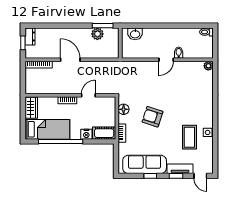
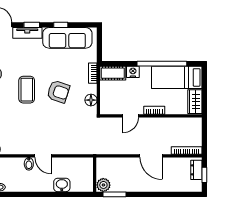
plant: (97, 34) -> (103, 185), moved
washbasin: (135, 34) -> (62, 185), moved
dresser: (30, 36) -> (196, 170), moved
door: (166, 60) -> (43, 156), swing flipped
coffee table: (189, 137) -> (27, 90), moved

